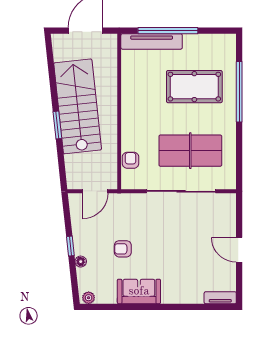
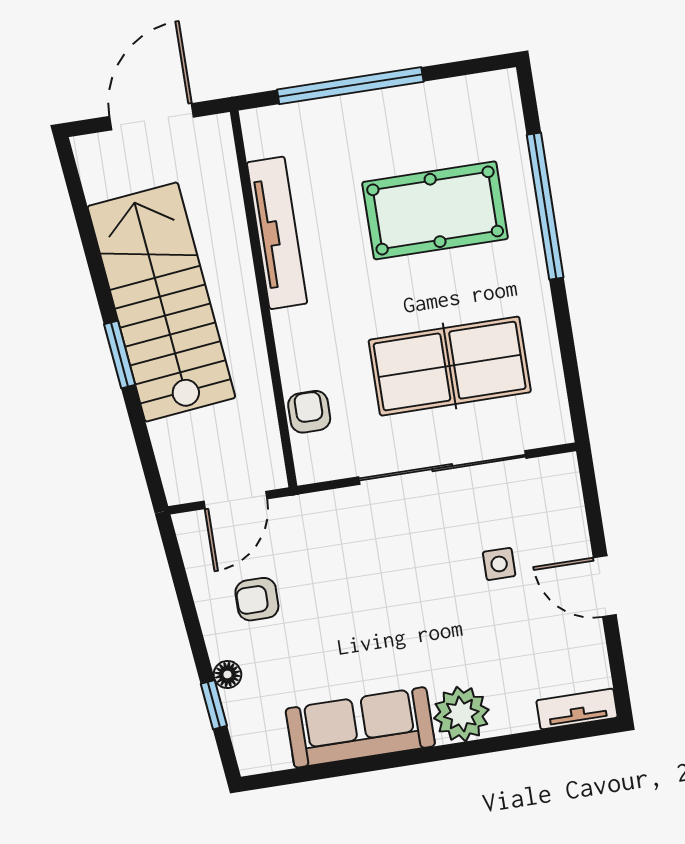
tv unit: (152, 41) -> (277, 233), moved, turned -90
side table: (198, 234) -> (499, 564), added
window: (70, 246) -> (214, 705), moved
armchair: (123, 249) -> (257, 599), moved
sofa: (139, 291) -> (360, 727), width x1.36
plant: (89, 298) -> (461, 714), moved, width x1.87, depth x1.87

